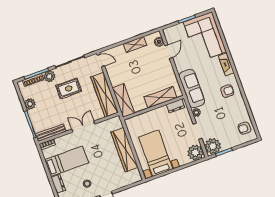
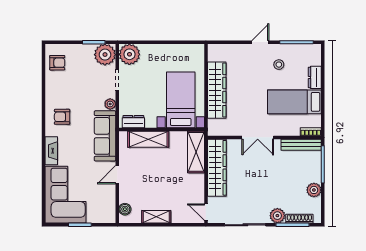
door: (169, 52) -> (117, 175), moved
rug: (69, 88) -> (259, 192), removed
bed with nightstands: (156, 153) -> (181, 100), moved, turned 180

